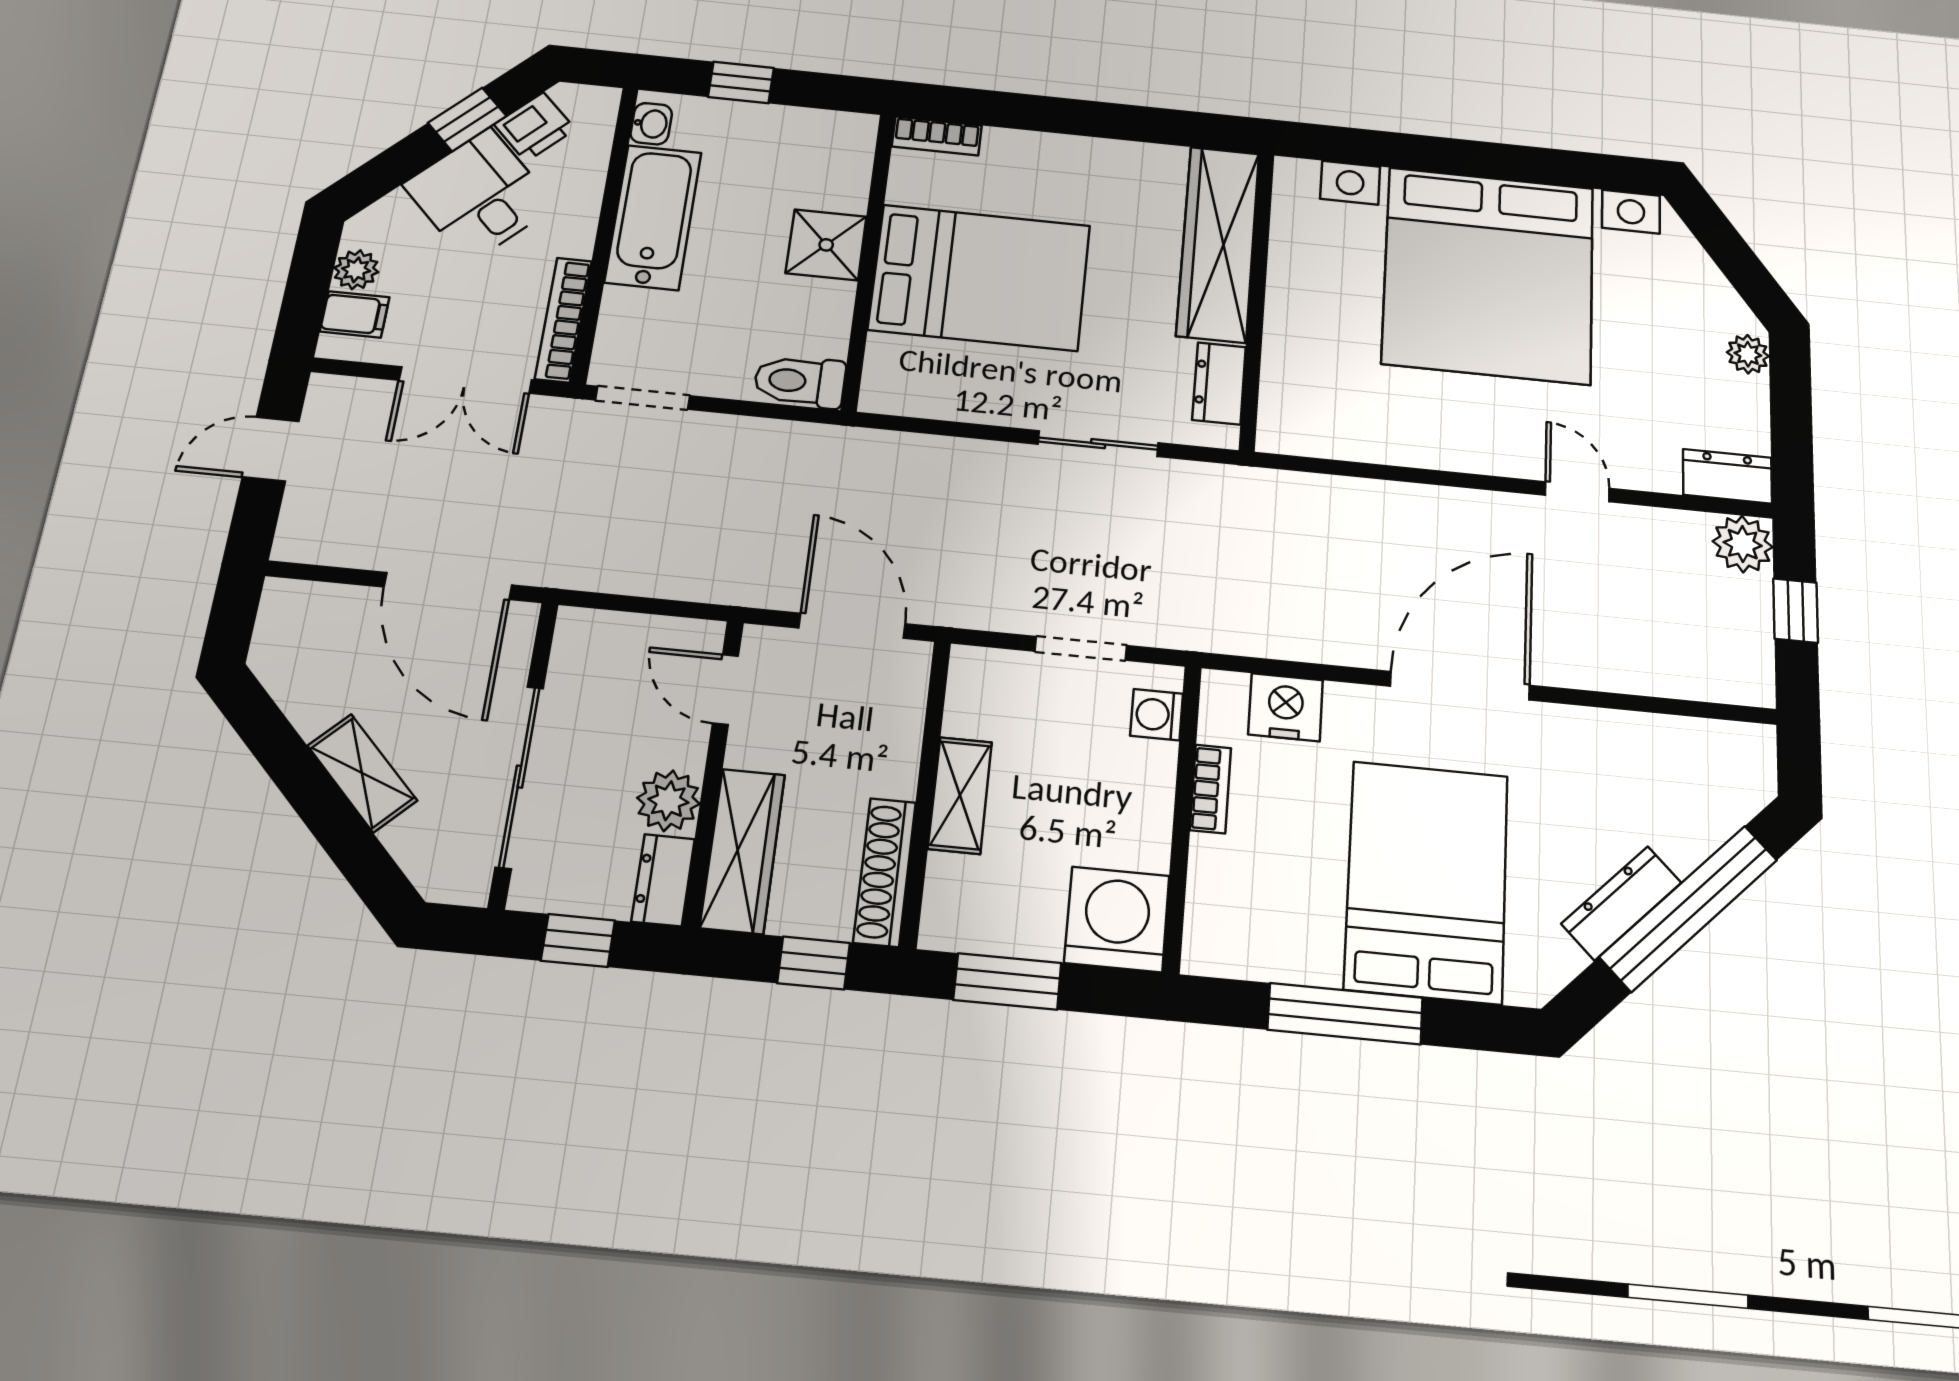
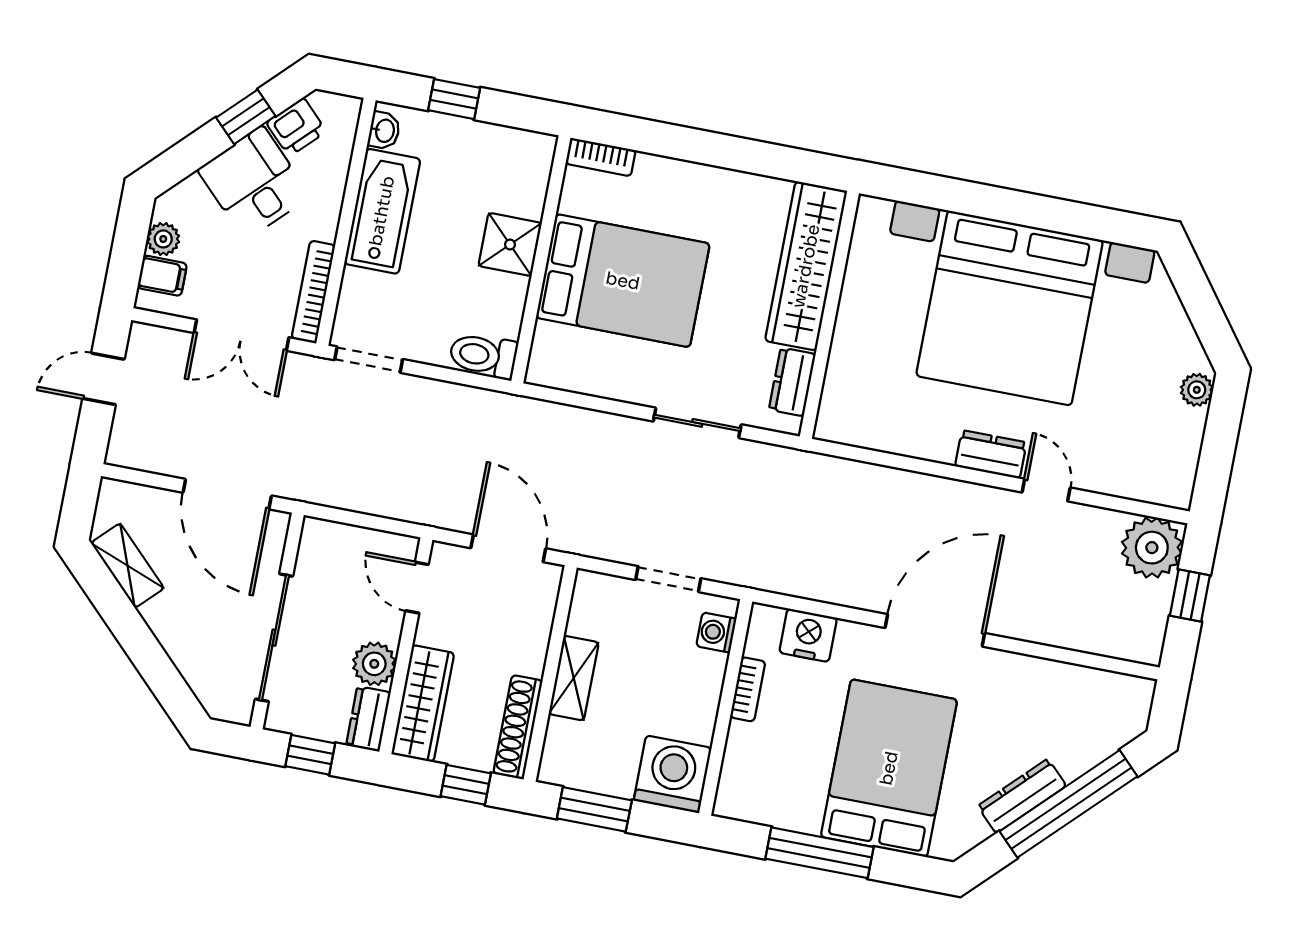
dresser: (1727, 476) -> (991, 454), moved
plant: (1743, 544) -> (1152, 548), width x1.36, depth x1.36
shelving: (362, 773) -> (128, 566), moved

